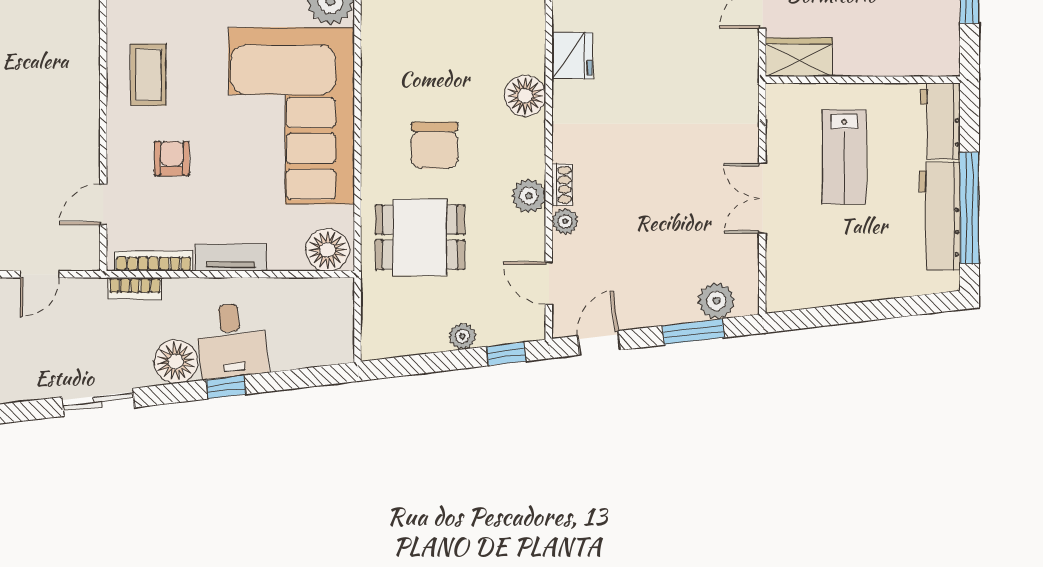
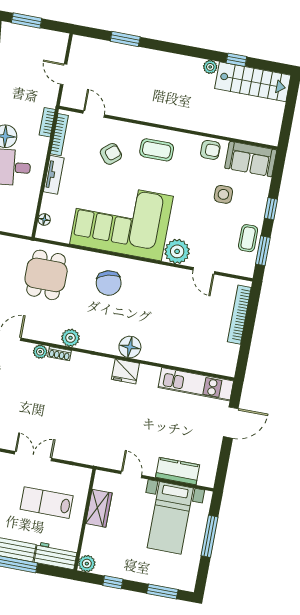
wardrobe: (799, 57) -> (99, 508), moved
plant: (944, 60) -> (87, 564), added
floor lamp: (525, 96) -> (130, 347), moved
chair: (435, 145) -> (109, 283), moved, turned -104
armchair: (172, 158) -> (111, 154), turned -40
plant: (529, 196) -> (70, 338), moved
floor lamp: (327, 250) -> (44, 220), width x0.53, depth x0.53

